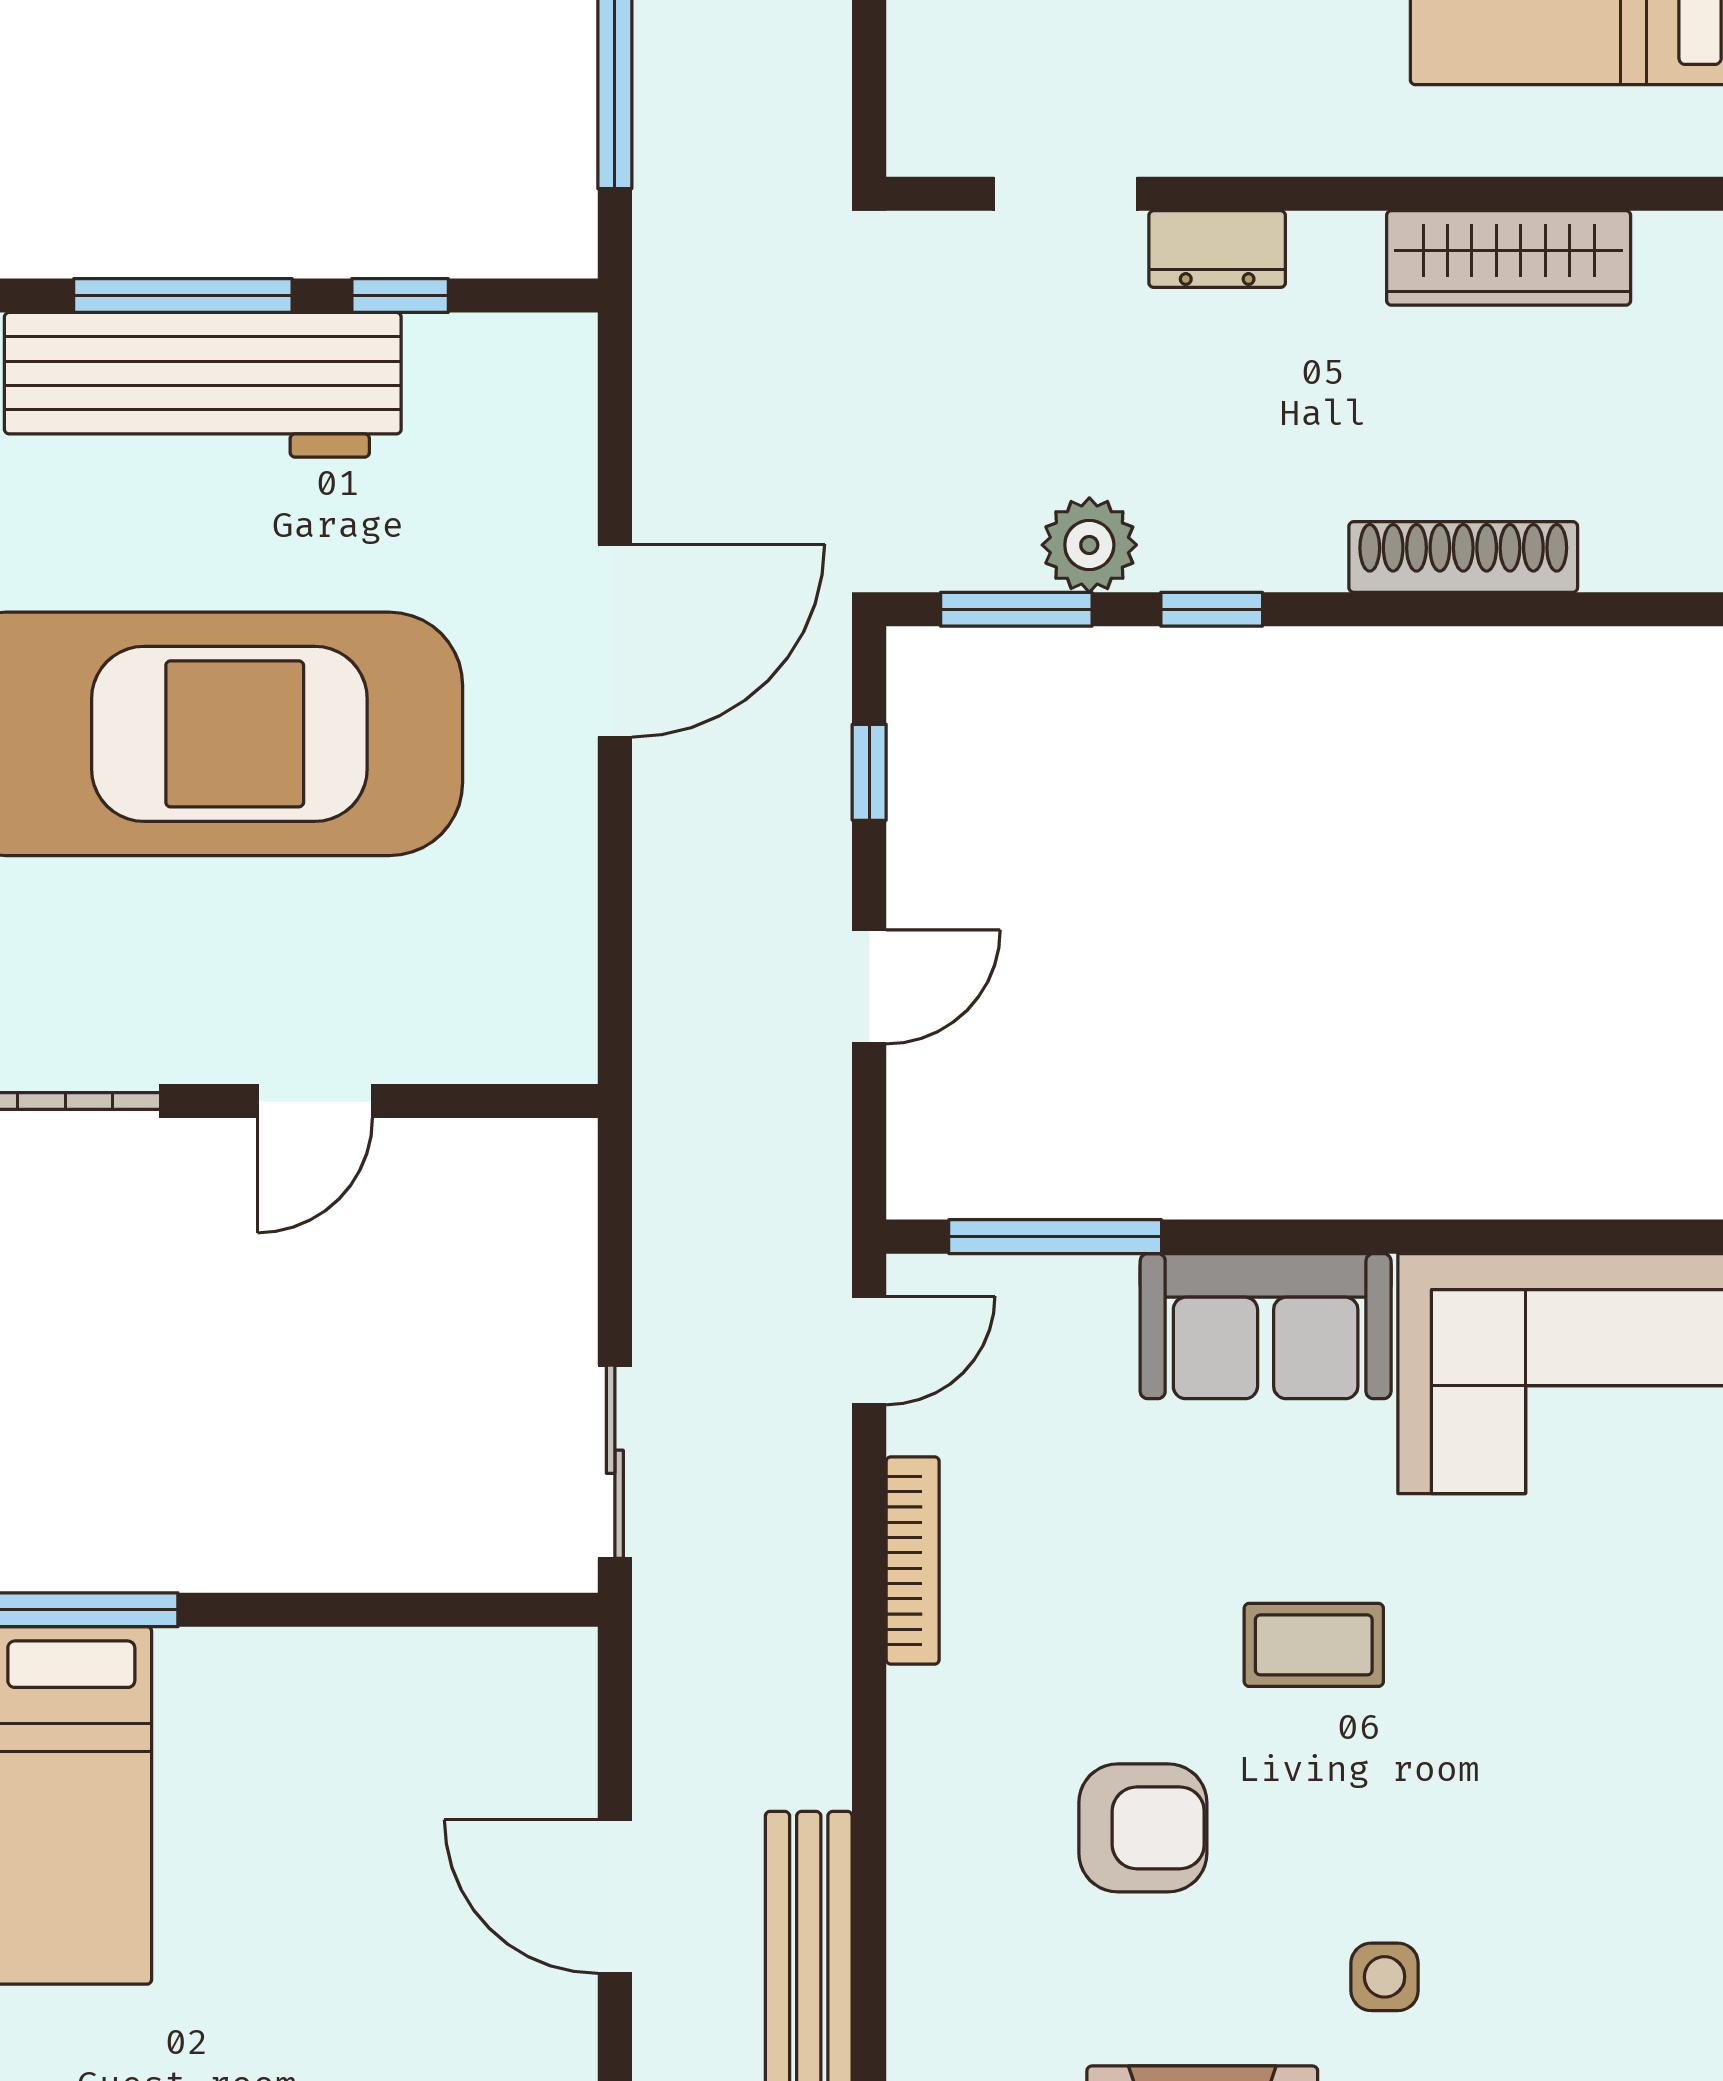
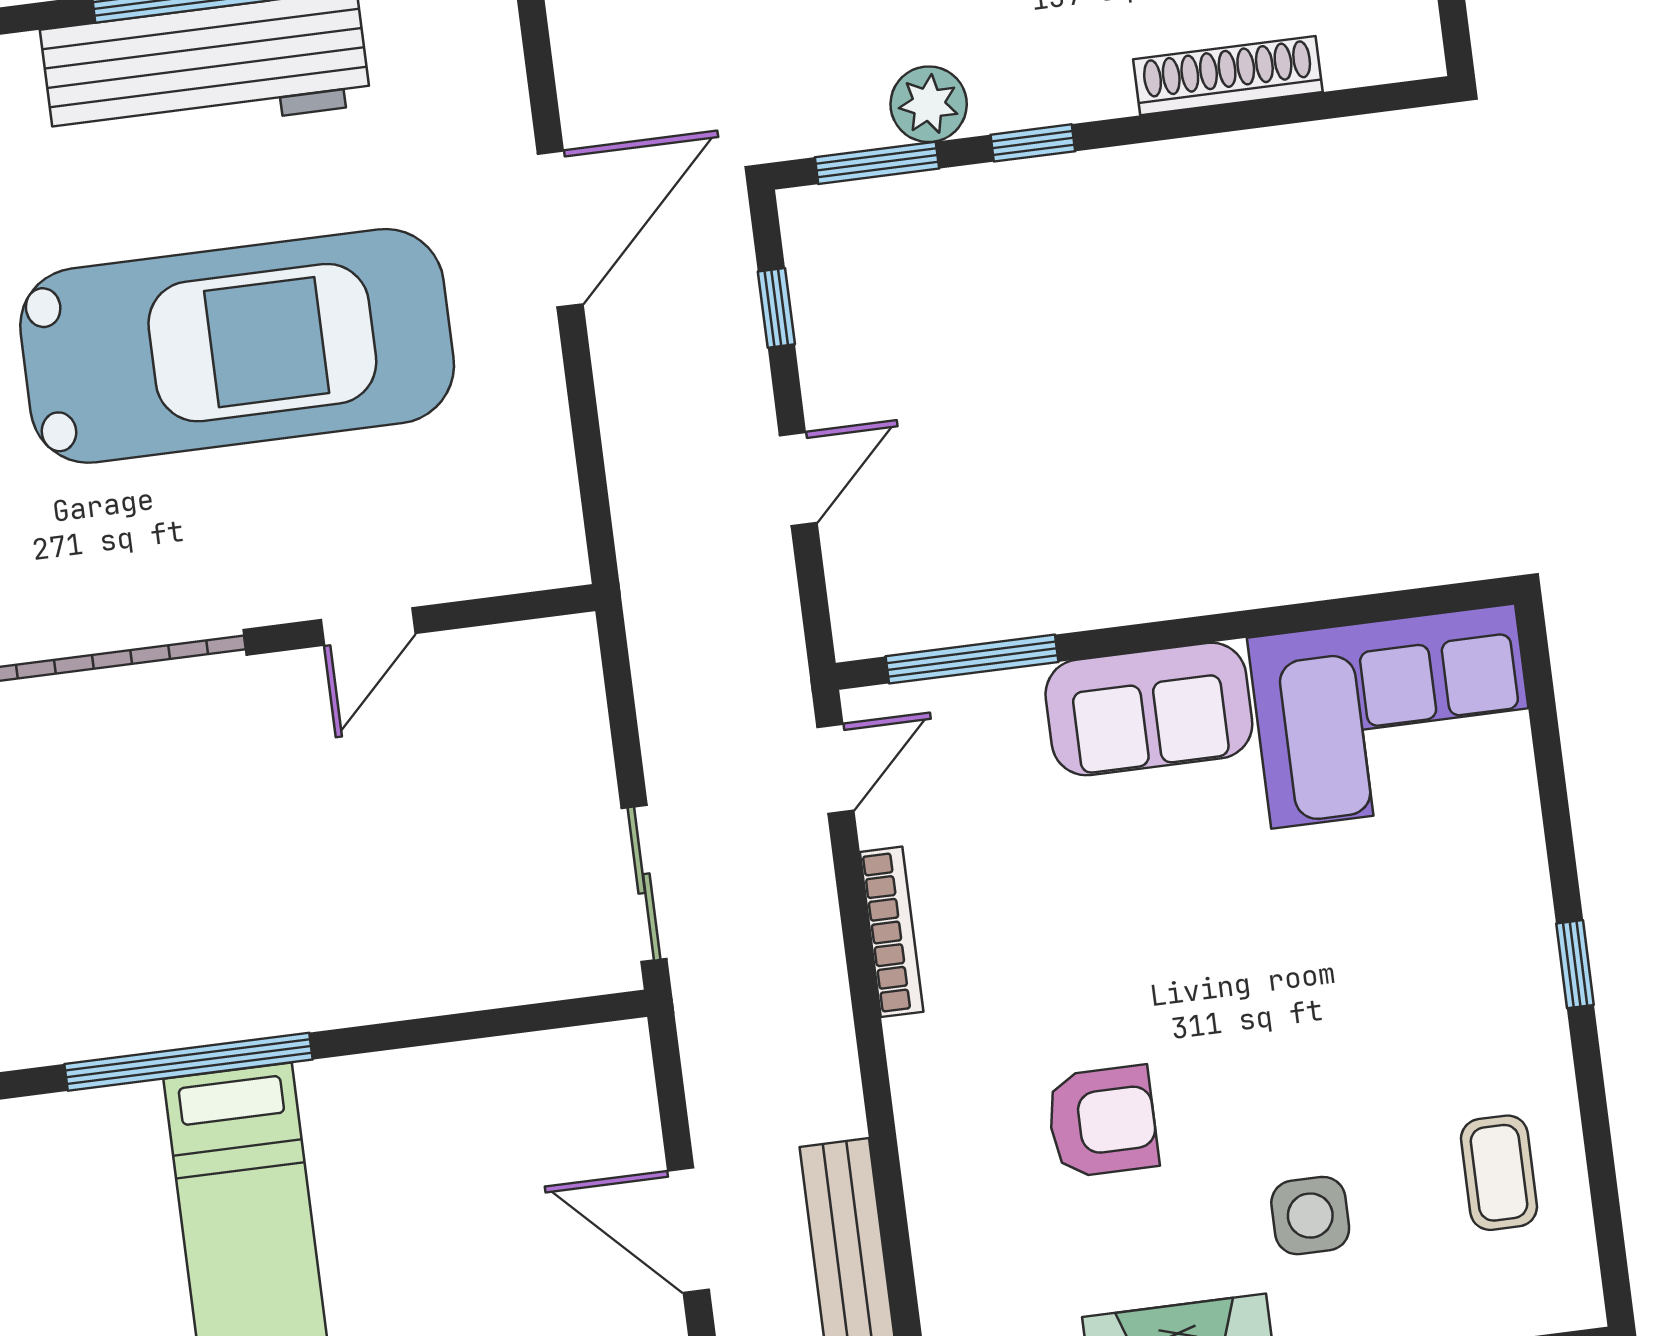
coffee table: (1314, 1645) -> (1499, 1173), moved, turned 90
side table: (1385, 1977) -> (1310, 1216), width x1.37, depth x1.37

